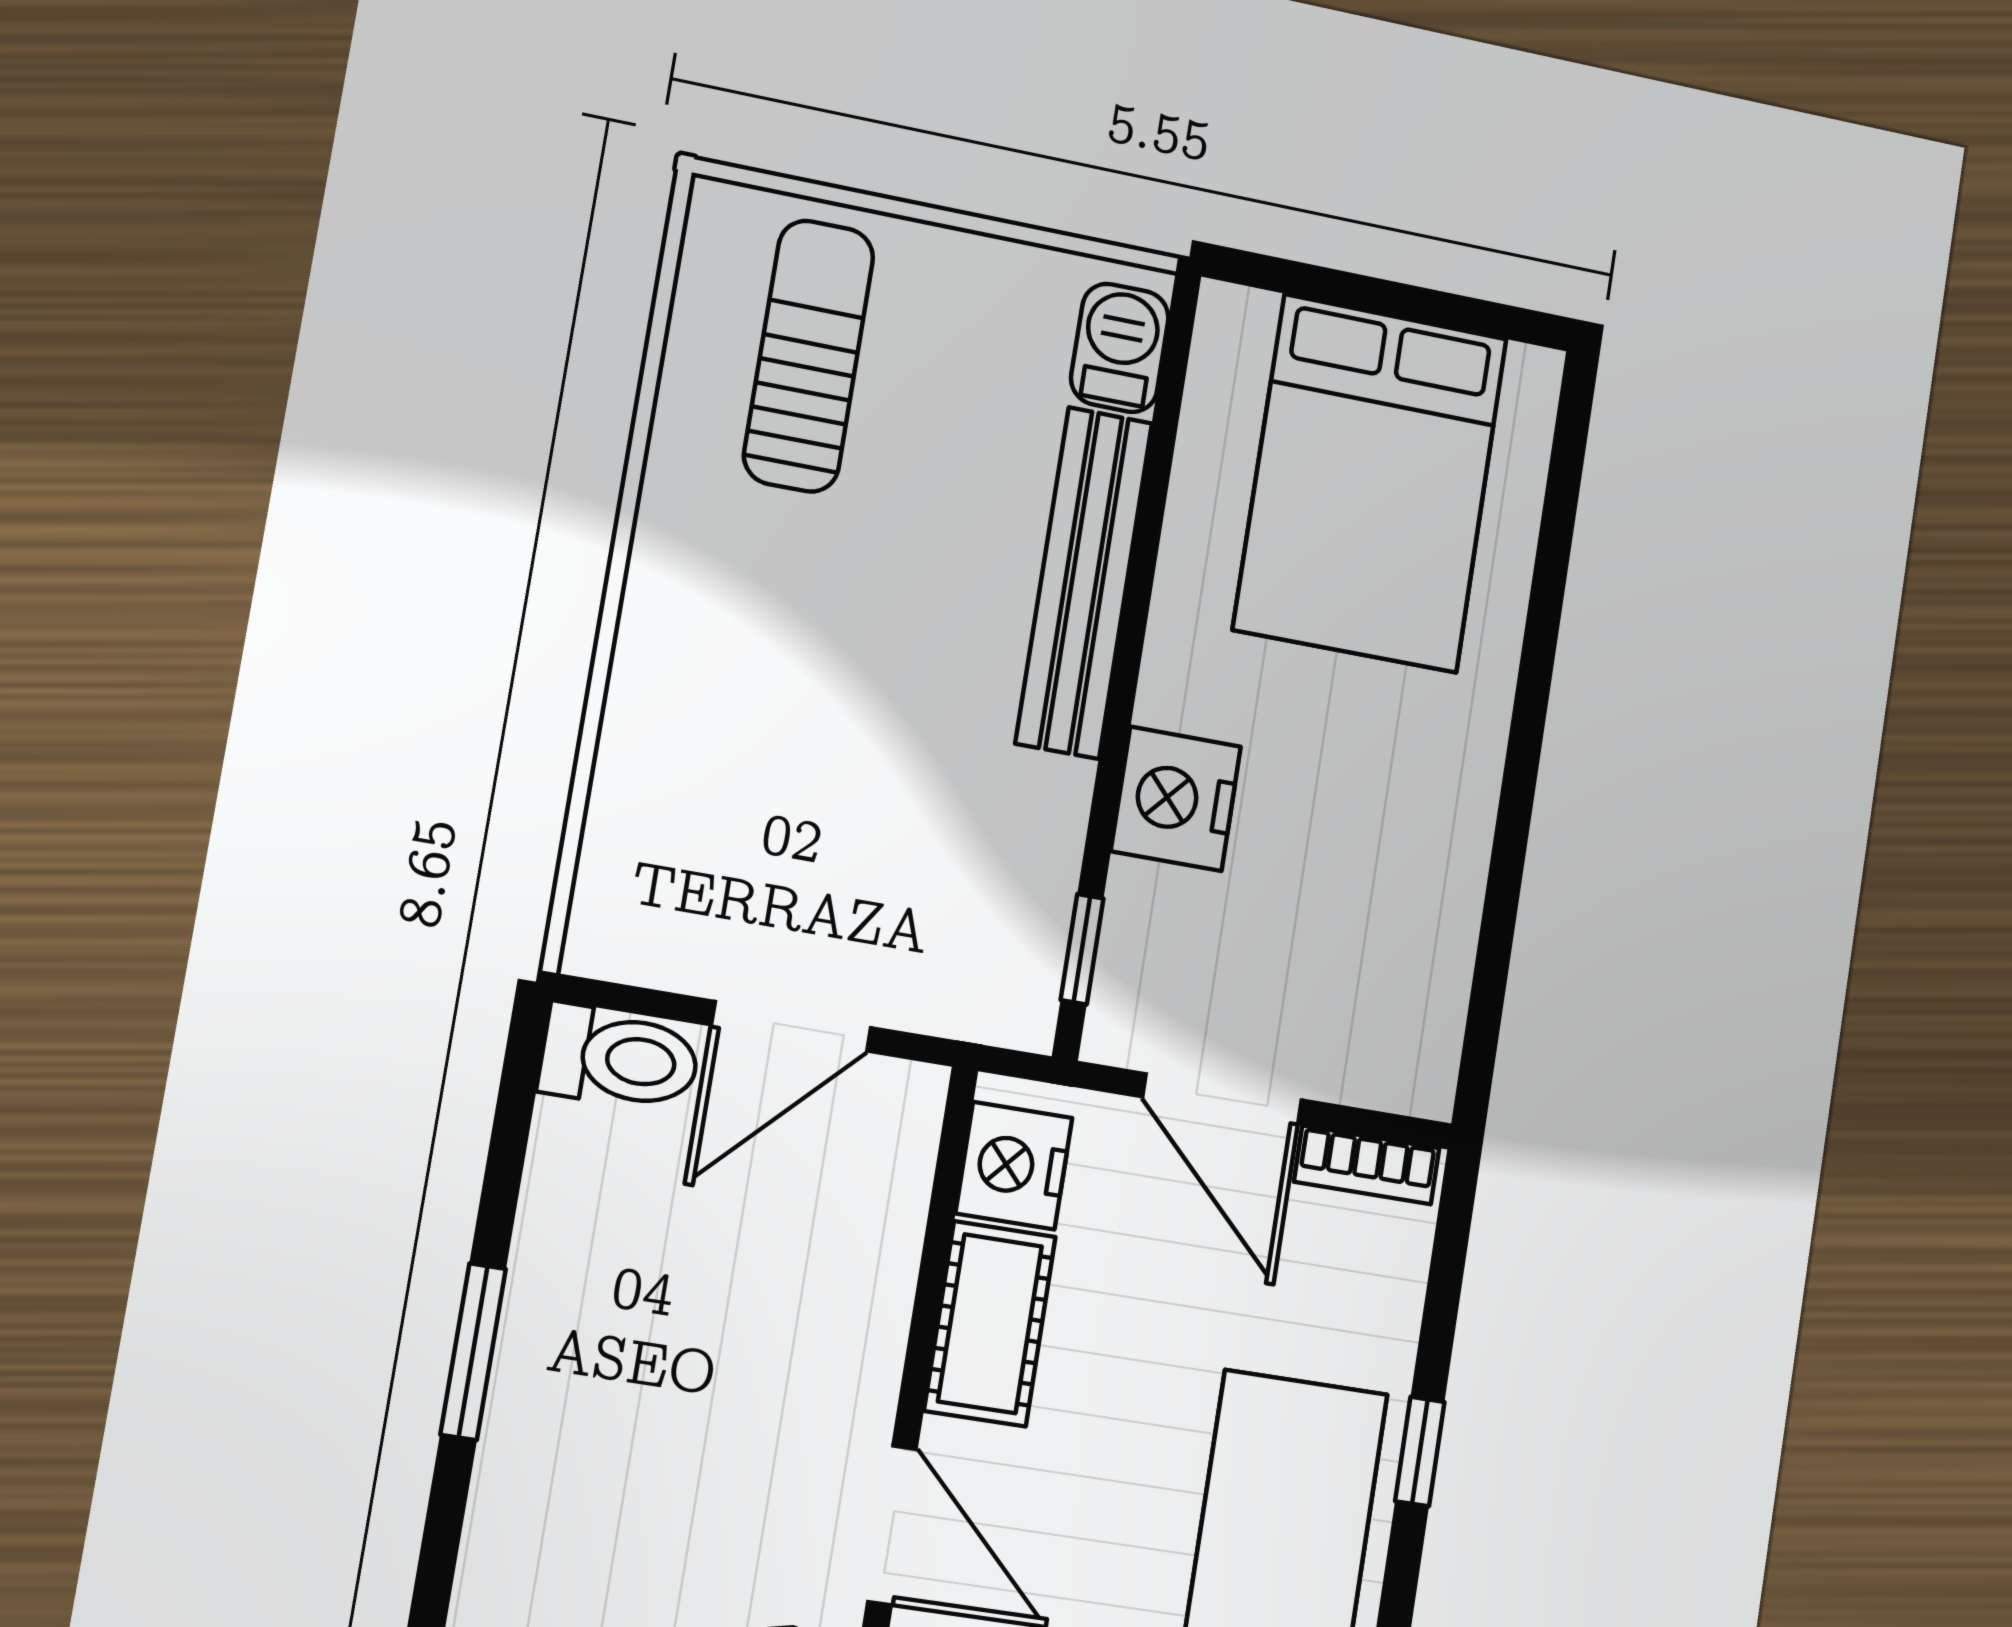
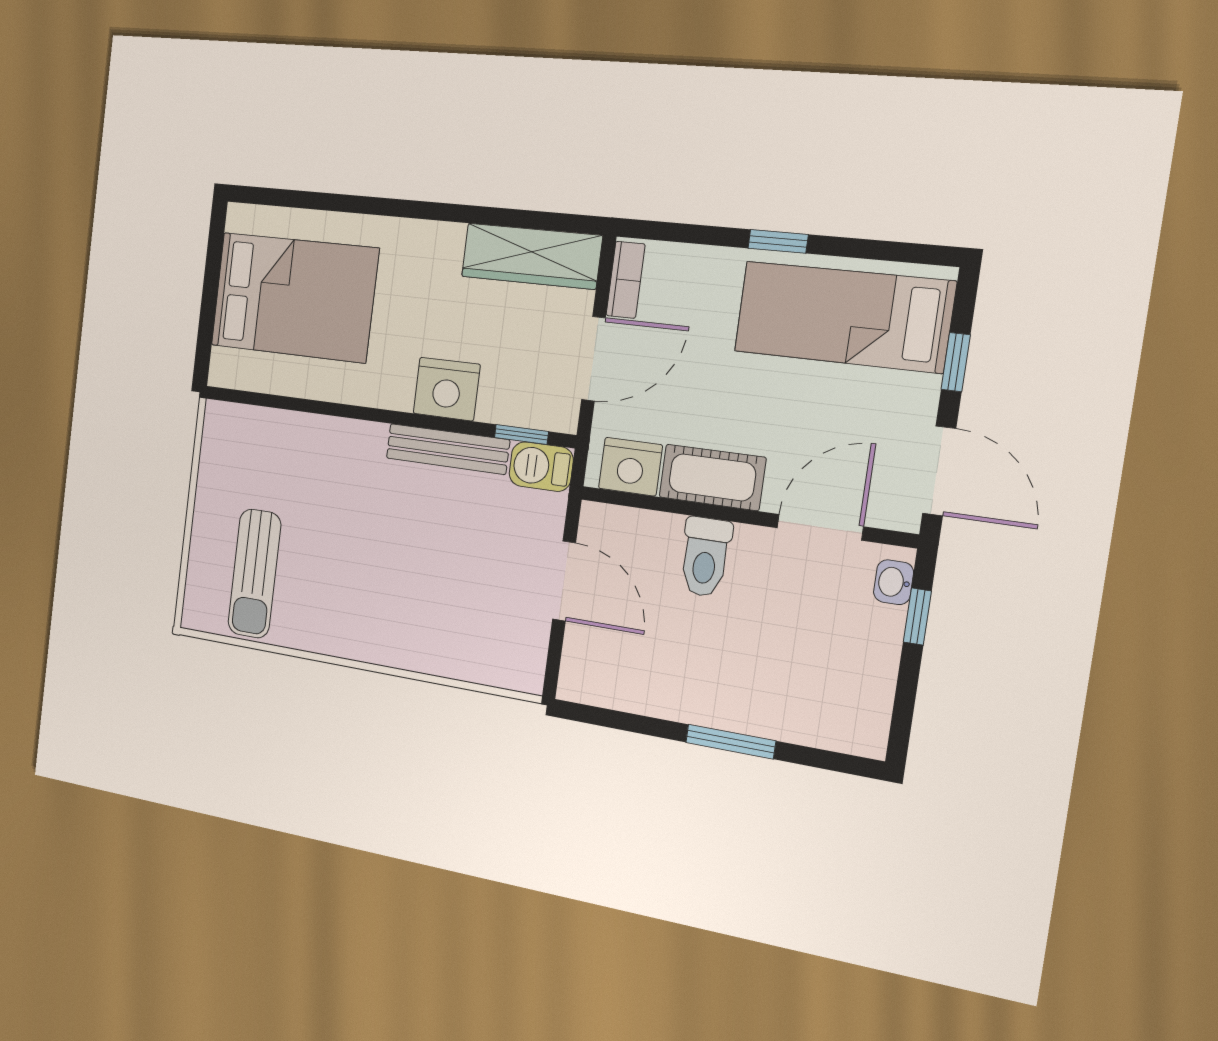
barbecue: (1120, 348) -> (541, 467), moved
sun lounger: (809, 356) -> (254, 574), turned -90
bench: (1084, 583) -> (447, 449), moved, width x0.73, depth x0.82
wardrobe: (1421, 982) -> (531, 256), added
toilet: (620, 1058) -> (705, 557), moved, turned 180

